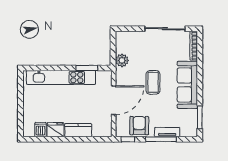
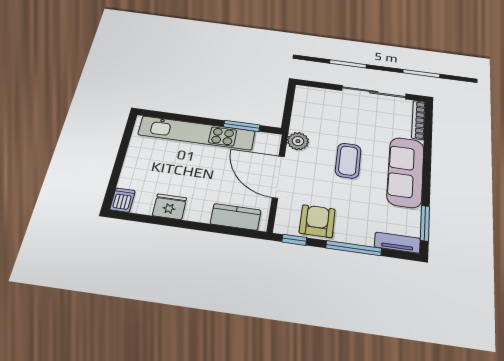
plant: (122, 60) -> (298, 141), moved
door: (114, 100) -> (278, 177), swing flipped
dishwasher: (41, 130) -> (122, 200), moved
kitchen counter: (78, 130) -> (236, 217), moved
tv unit: (167, 132) -> (397, 243), moved

